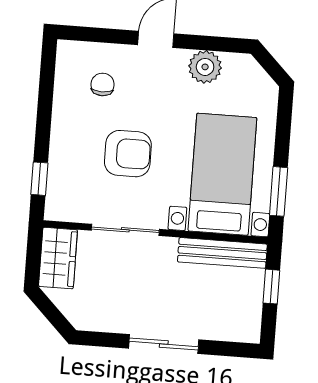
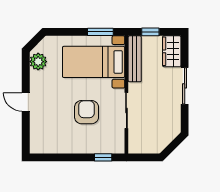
plant: (205, 67) -> (38, 62), moved
chair: (102, 84) -> (51, 128), removed
wardrobe: (58, 258) -> (172, 51), moved, turned -90

